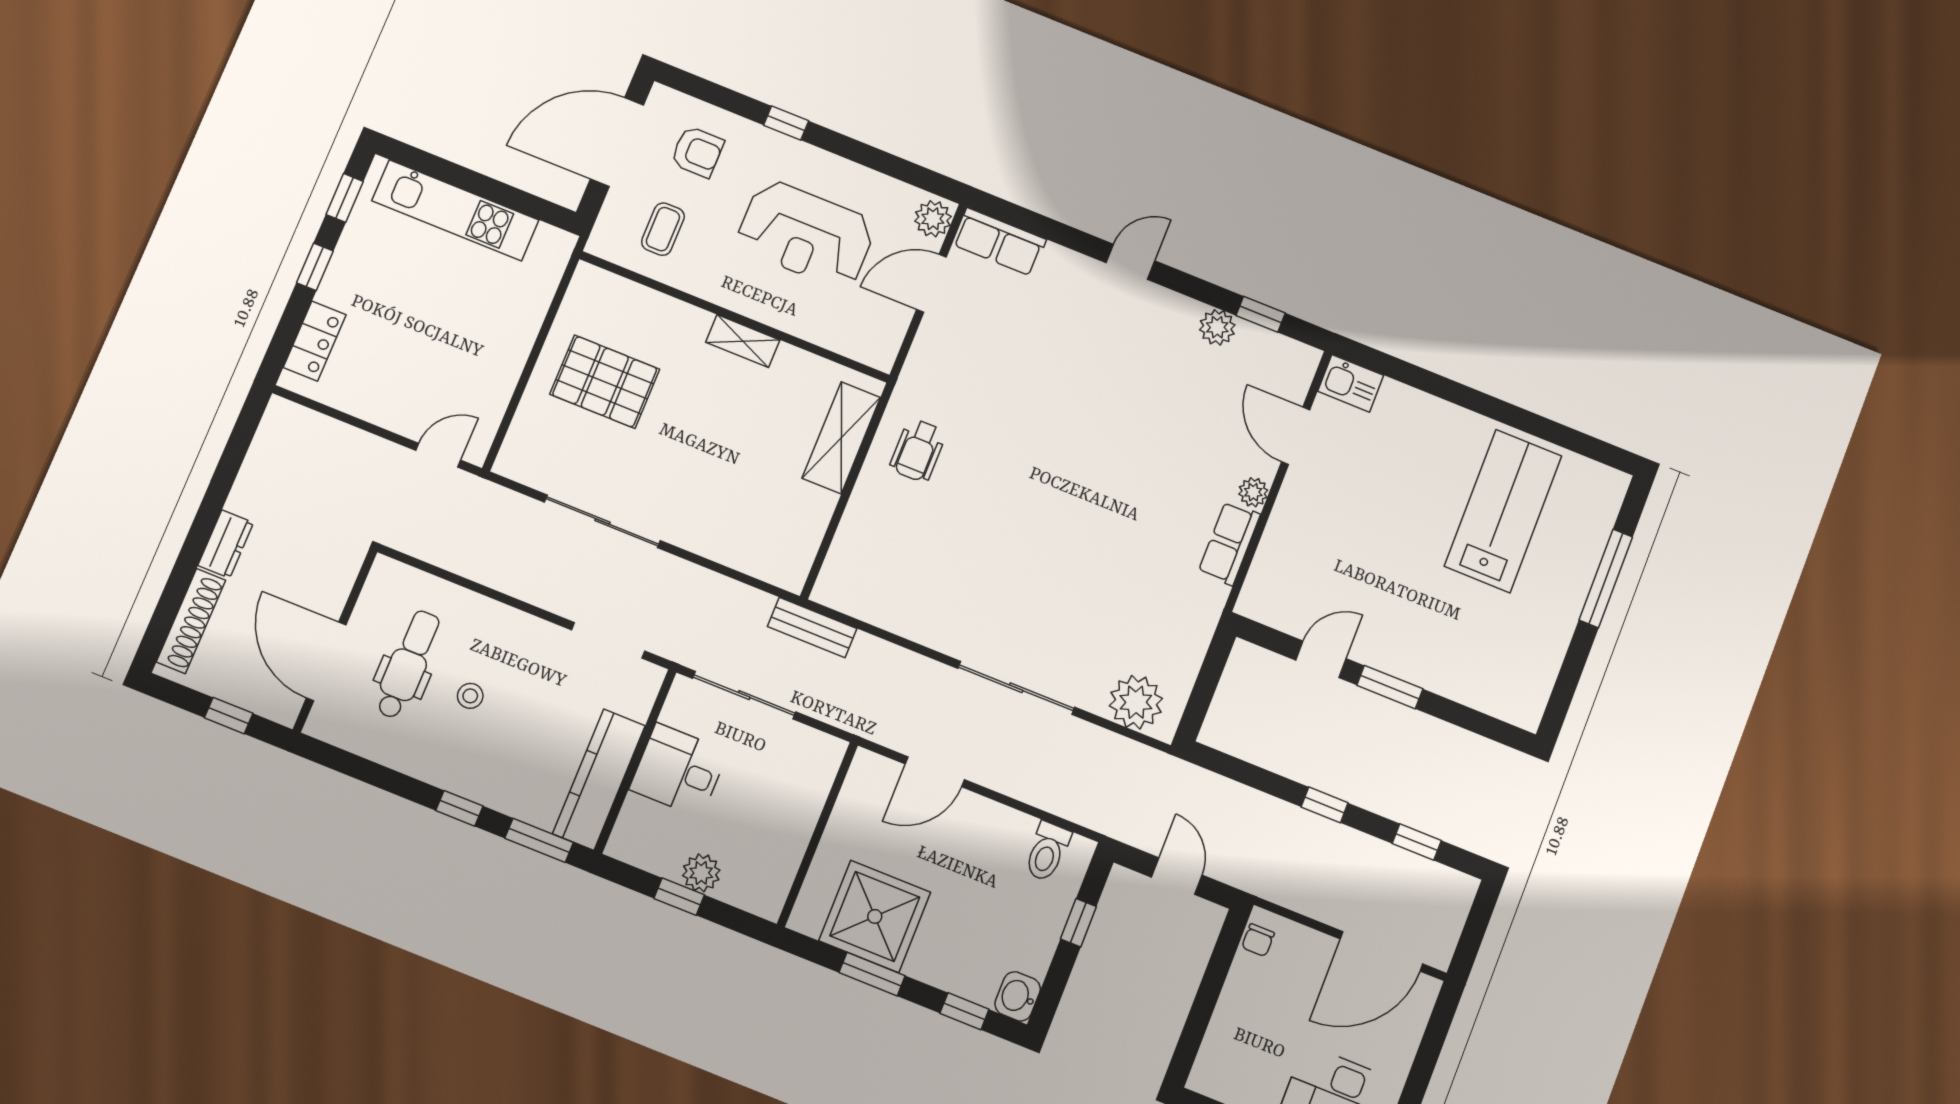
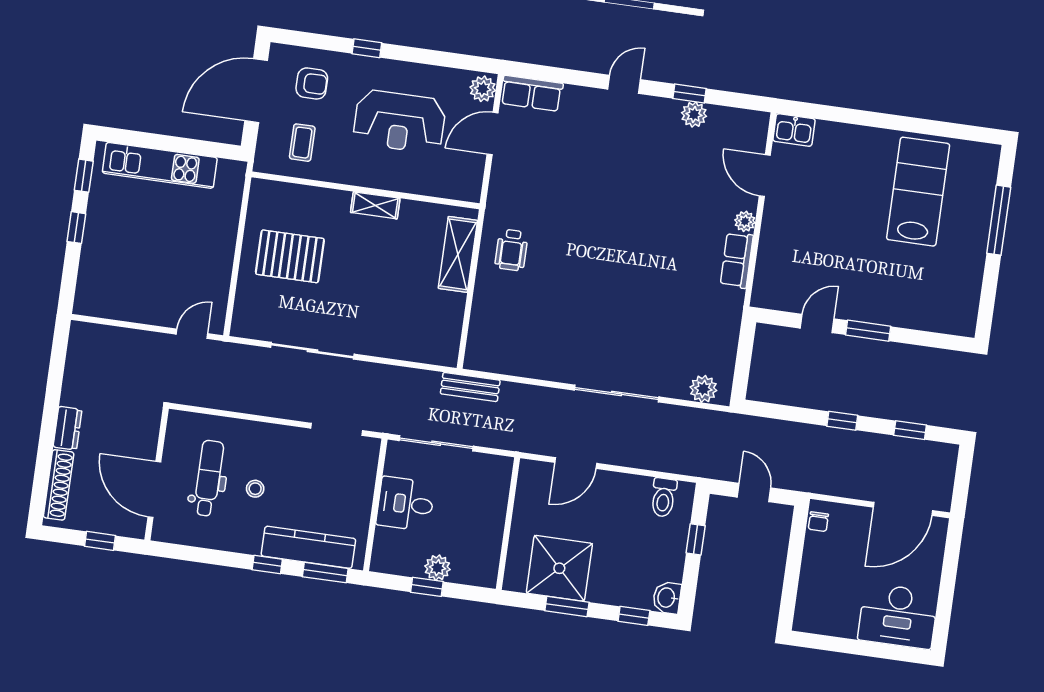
window: (1261, 314) -> (689, 93), moved
locker: (315, 341) -> (90, 278), removed
plant: (1136, 702) -> (703, 389), width x0.73, depth x0.73
kitchen counter: (599, 780) -> (308, 547), moved, turned 90

